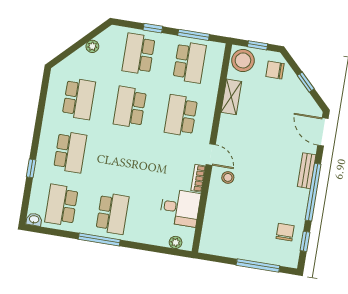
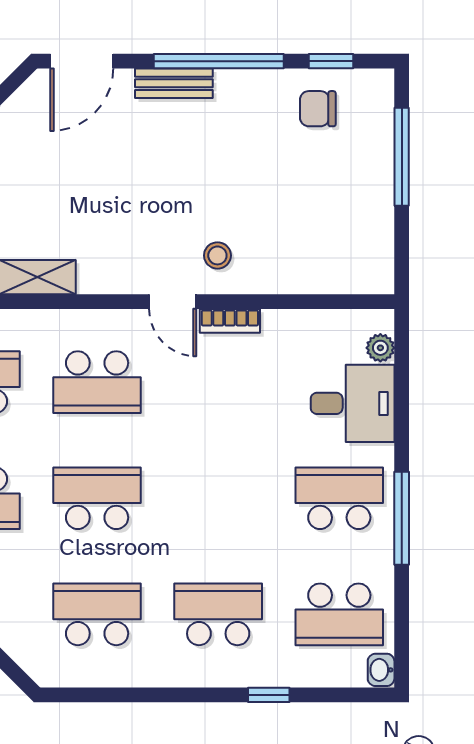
school desk: (130, 107) -> (97, 498), turned 180
door: (211, 154) -> (173, 302), swing flipped
desk: (180, 208) -> (353, 403), moved, turned 90

